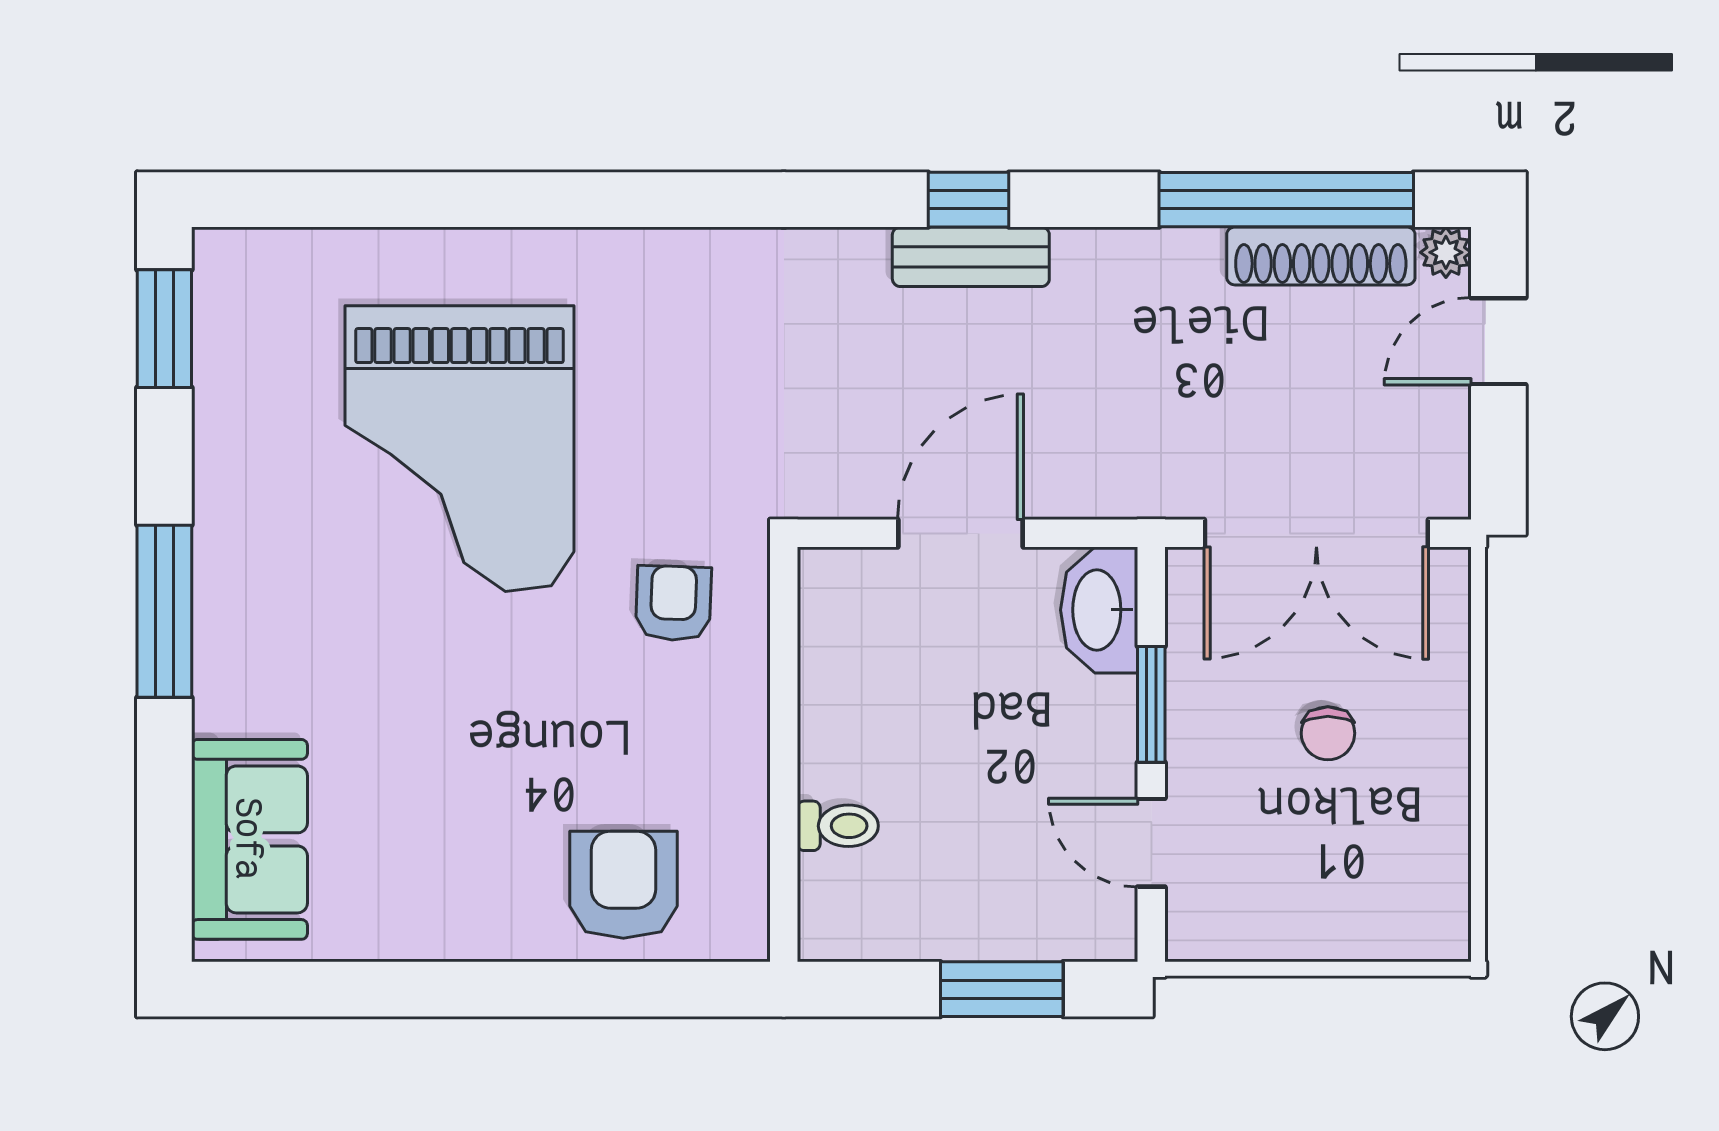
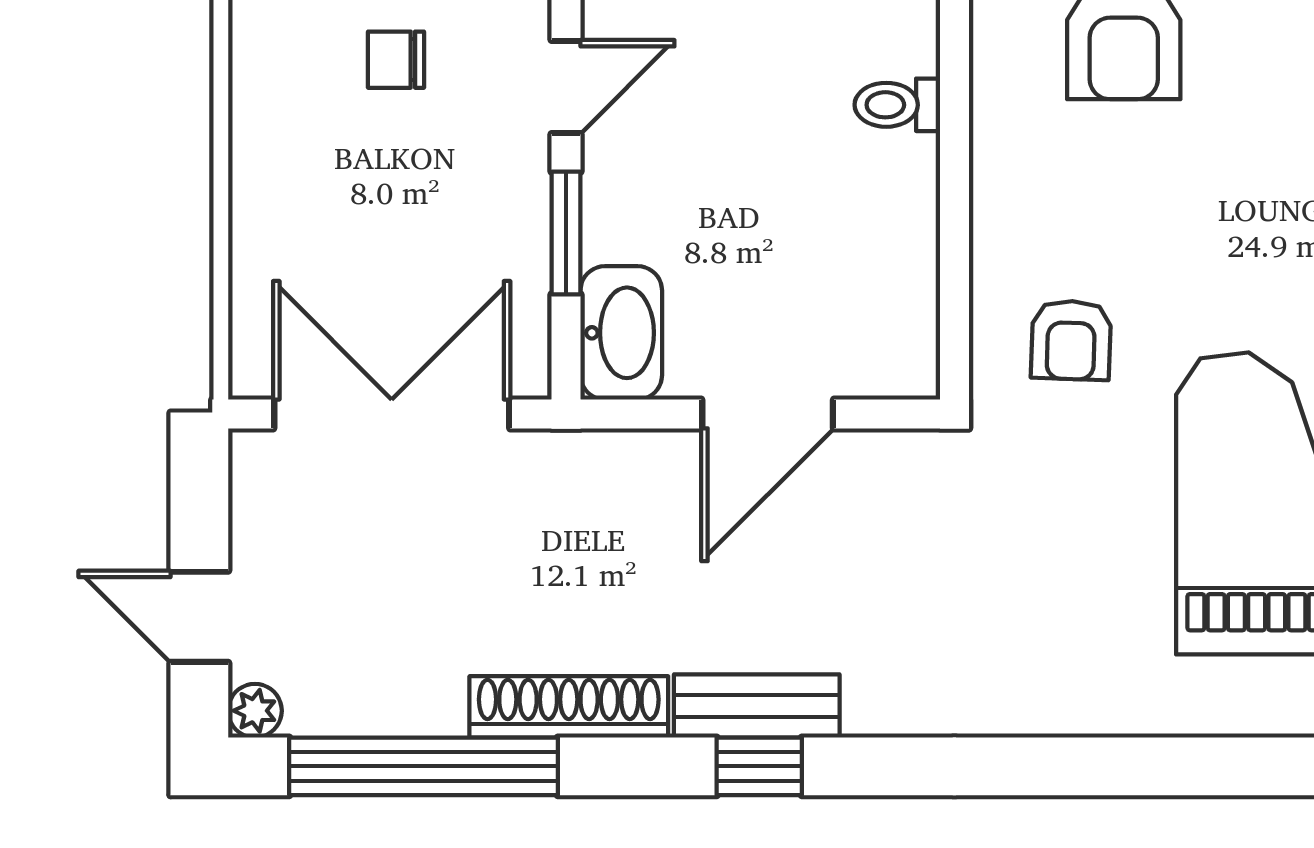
shoe rack: (1321, 256) -> (569, 707), moved
door: (1498, 341) -> (199, 617), swing flipped
chair: (1328, 733) -> (396, 60), moved, turned -90
door: (1151, 843) -> (566, 87), hinge flipped

